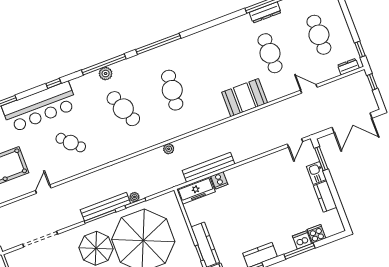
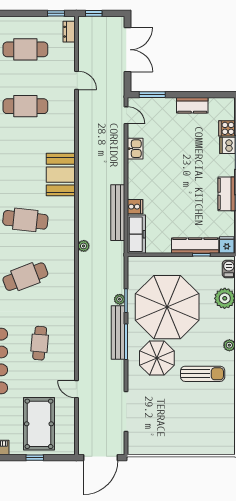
door: (309, 89) -> (76, 80), swing flipped
booth: (245, 98) -> (61, 175), moved
cafe table: (71, 143) -> (40, 343), turned -39
kitchen sink: (316, 173) -> (135, 149), moved, turned -90

